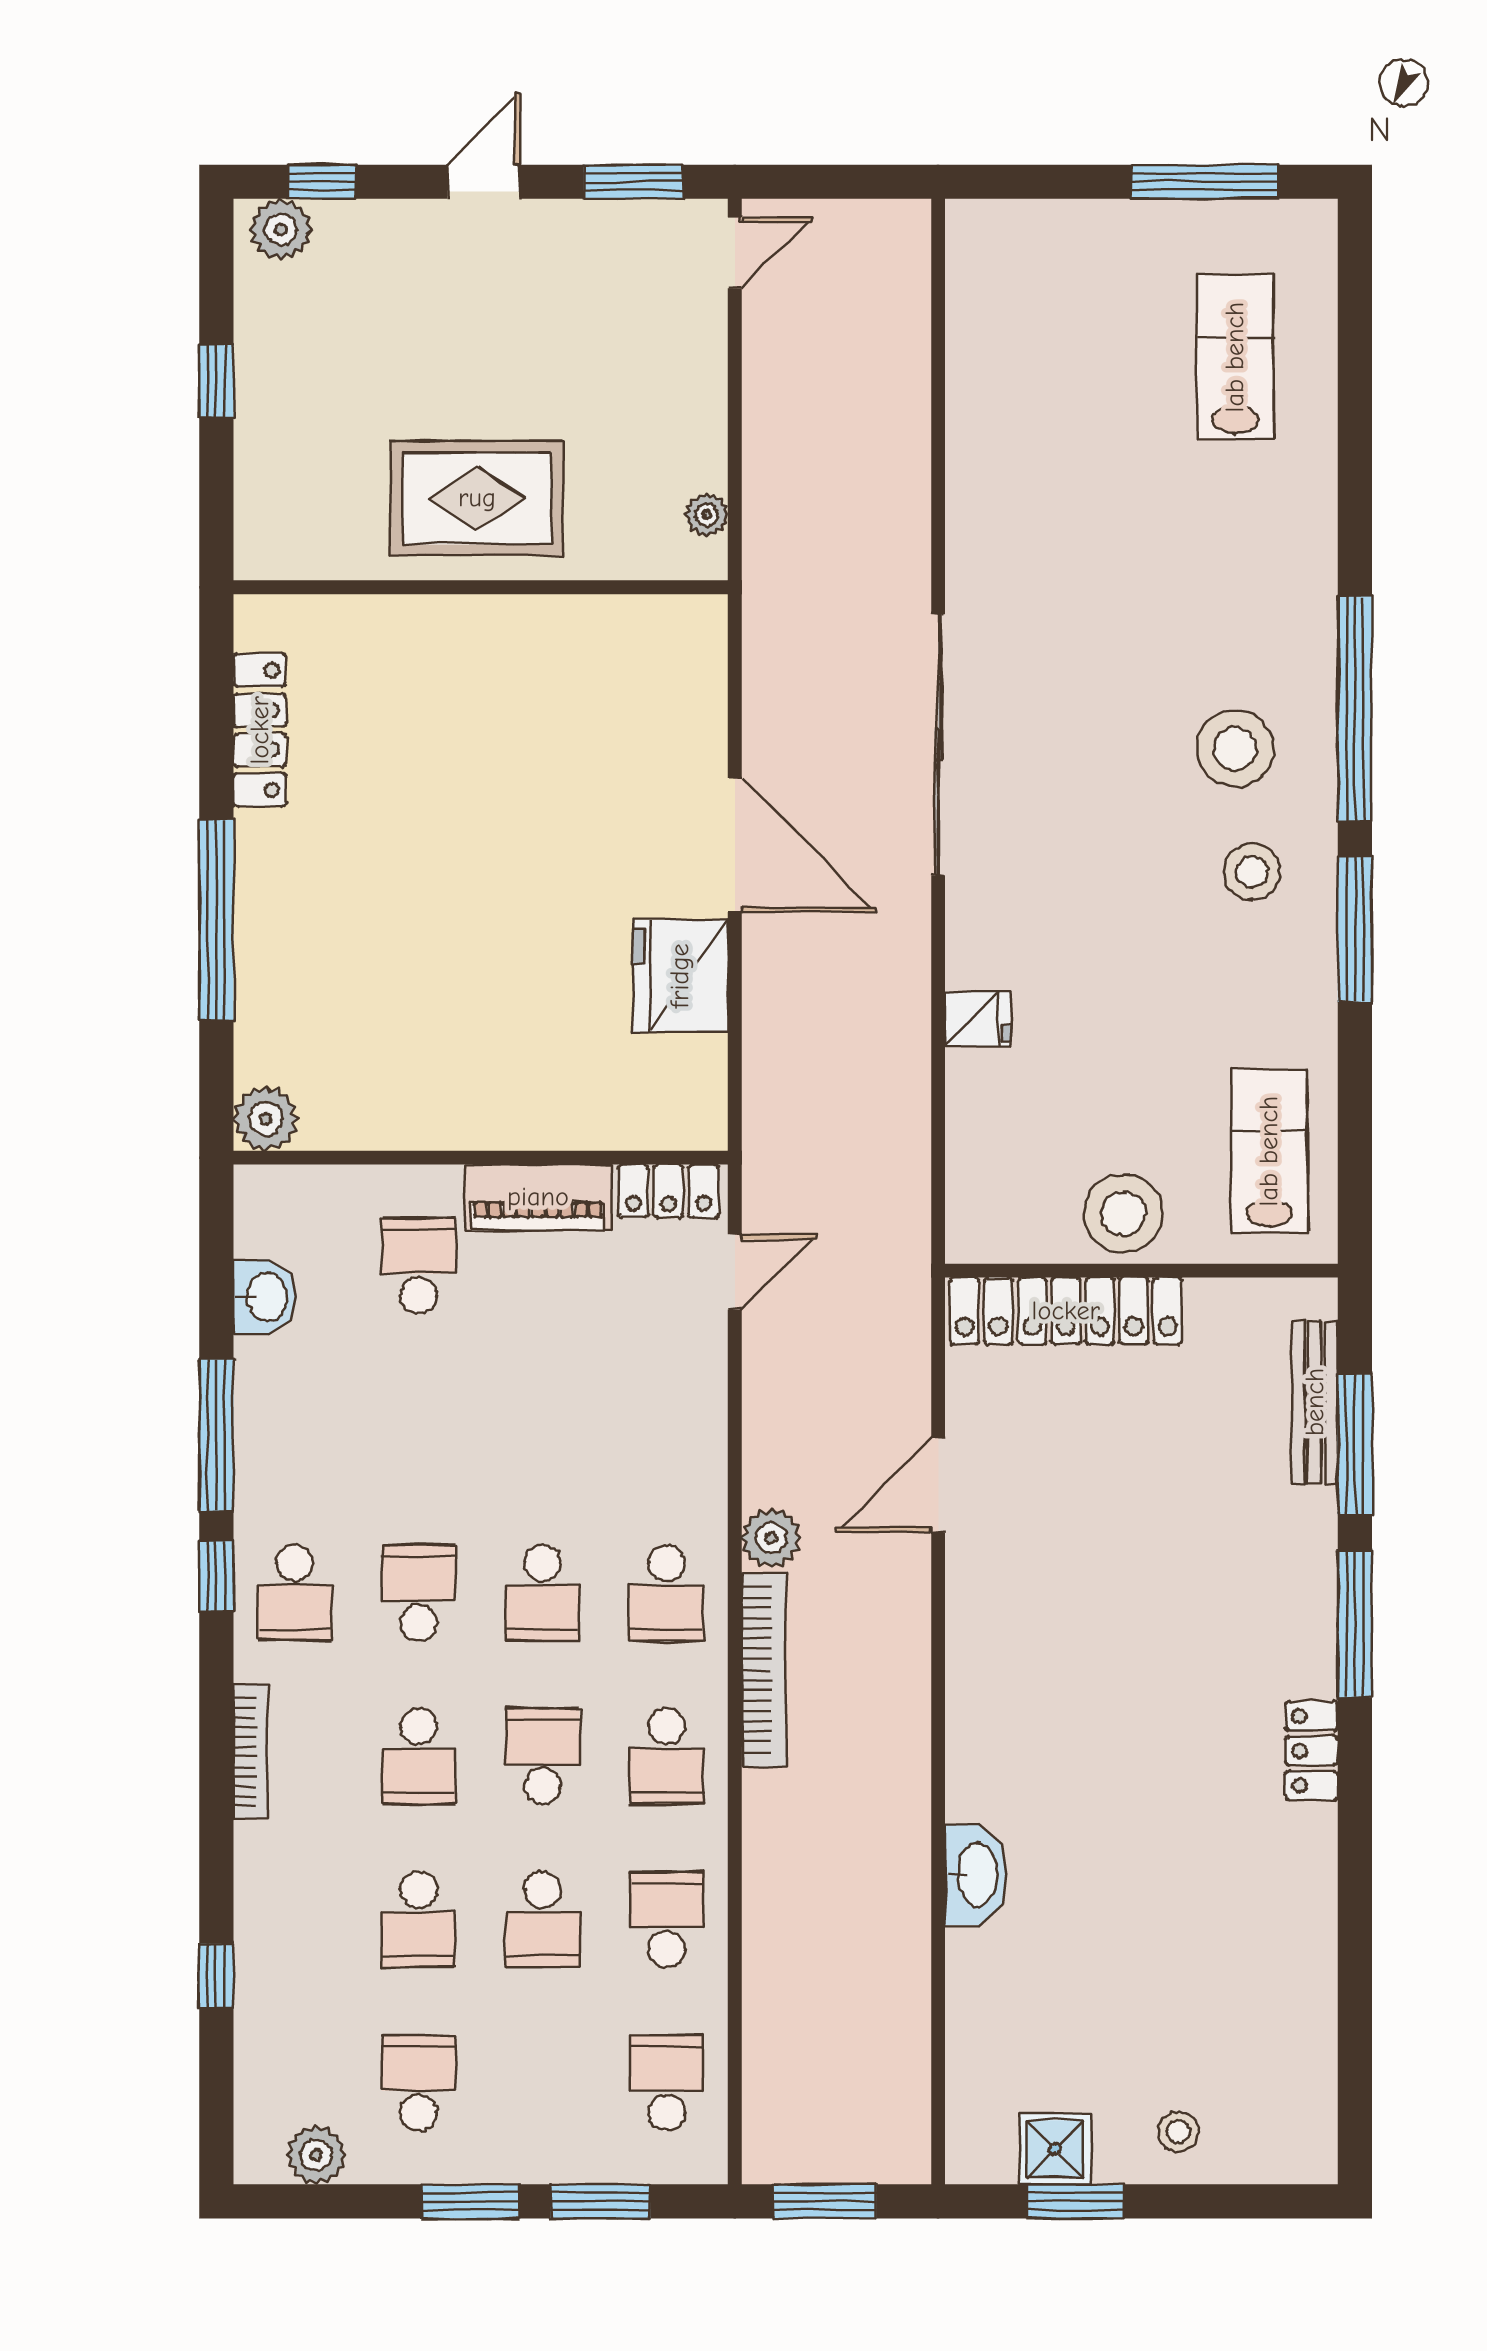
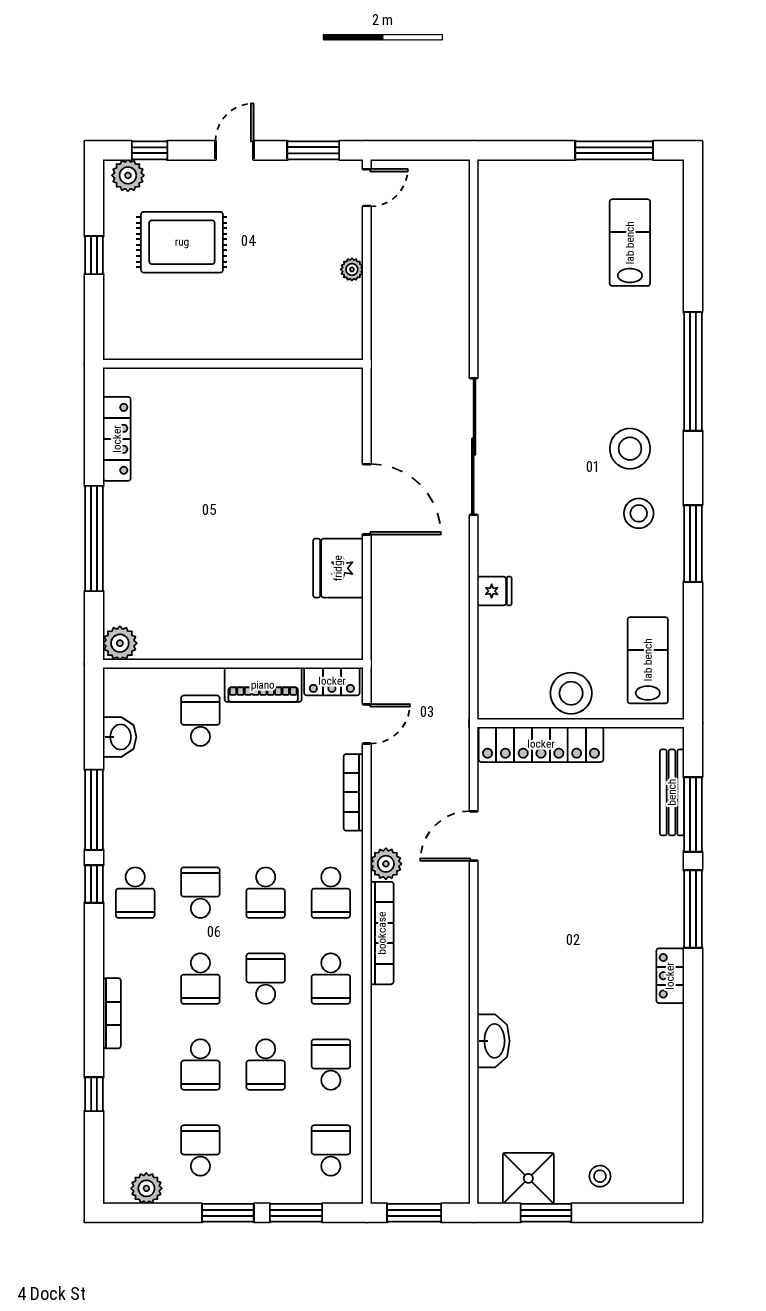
rug: (477, 498) -> (182, 242), moved
plant: (707, 515) -> (352, 269), moved
window: (1355, 709) -> (693, 371), moved
bookcase: (709, 1402) -> (353, 792), added
bookcase: (250, 1752) -> (112, 1013), moved
shower: (1055, 2149) -> (528, 1178), width x1.36, depth x1.36

